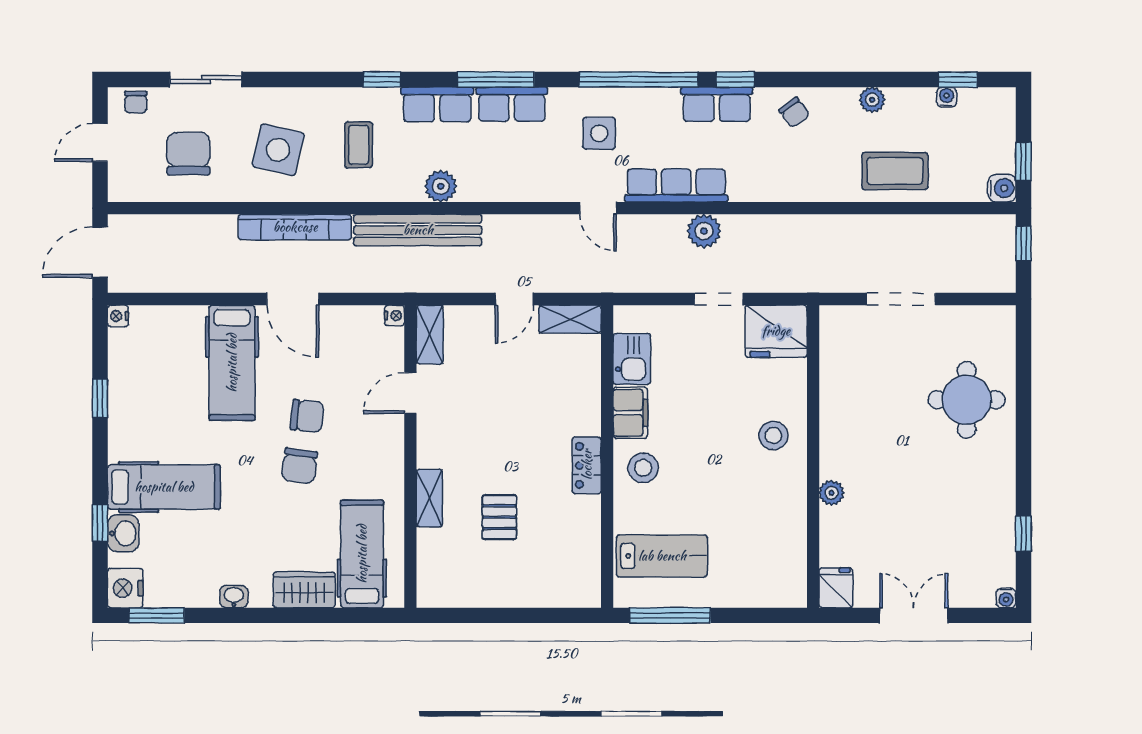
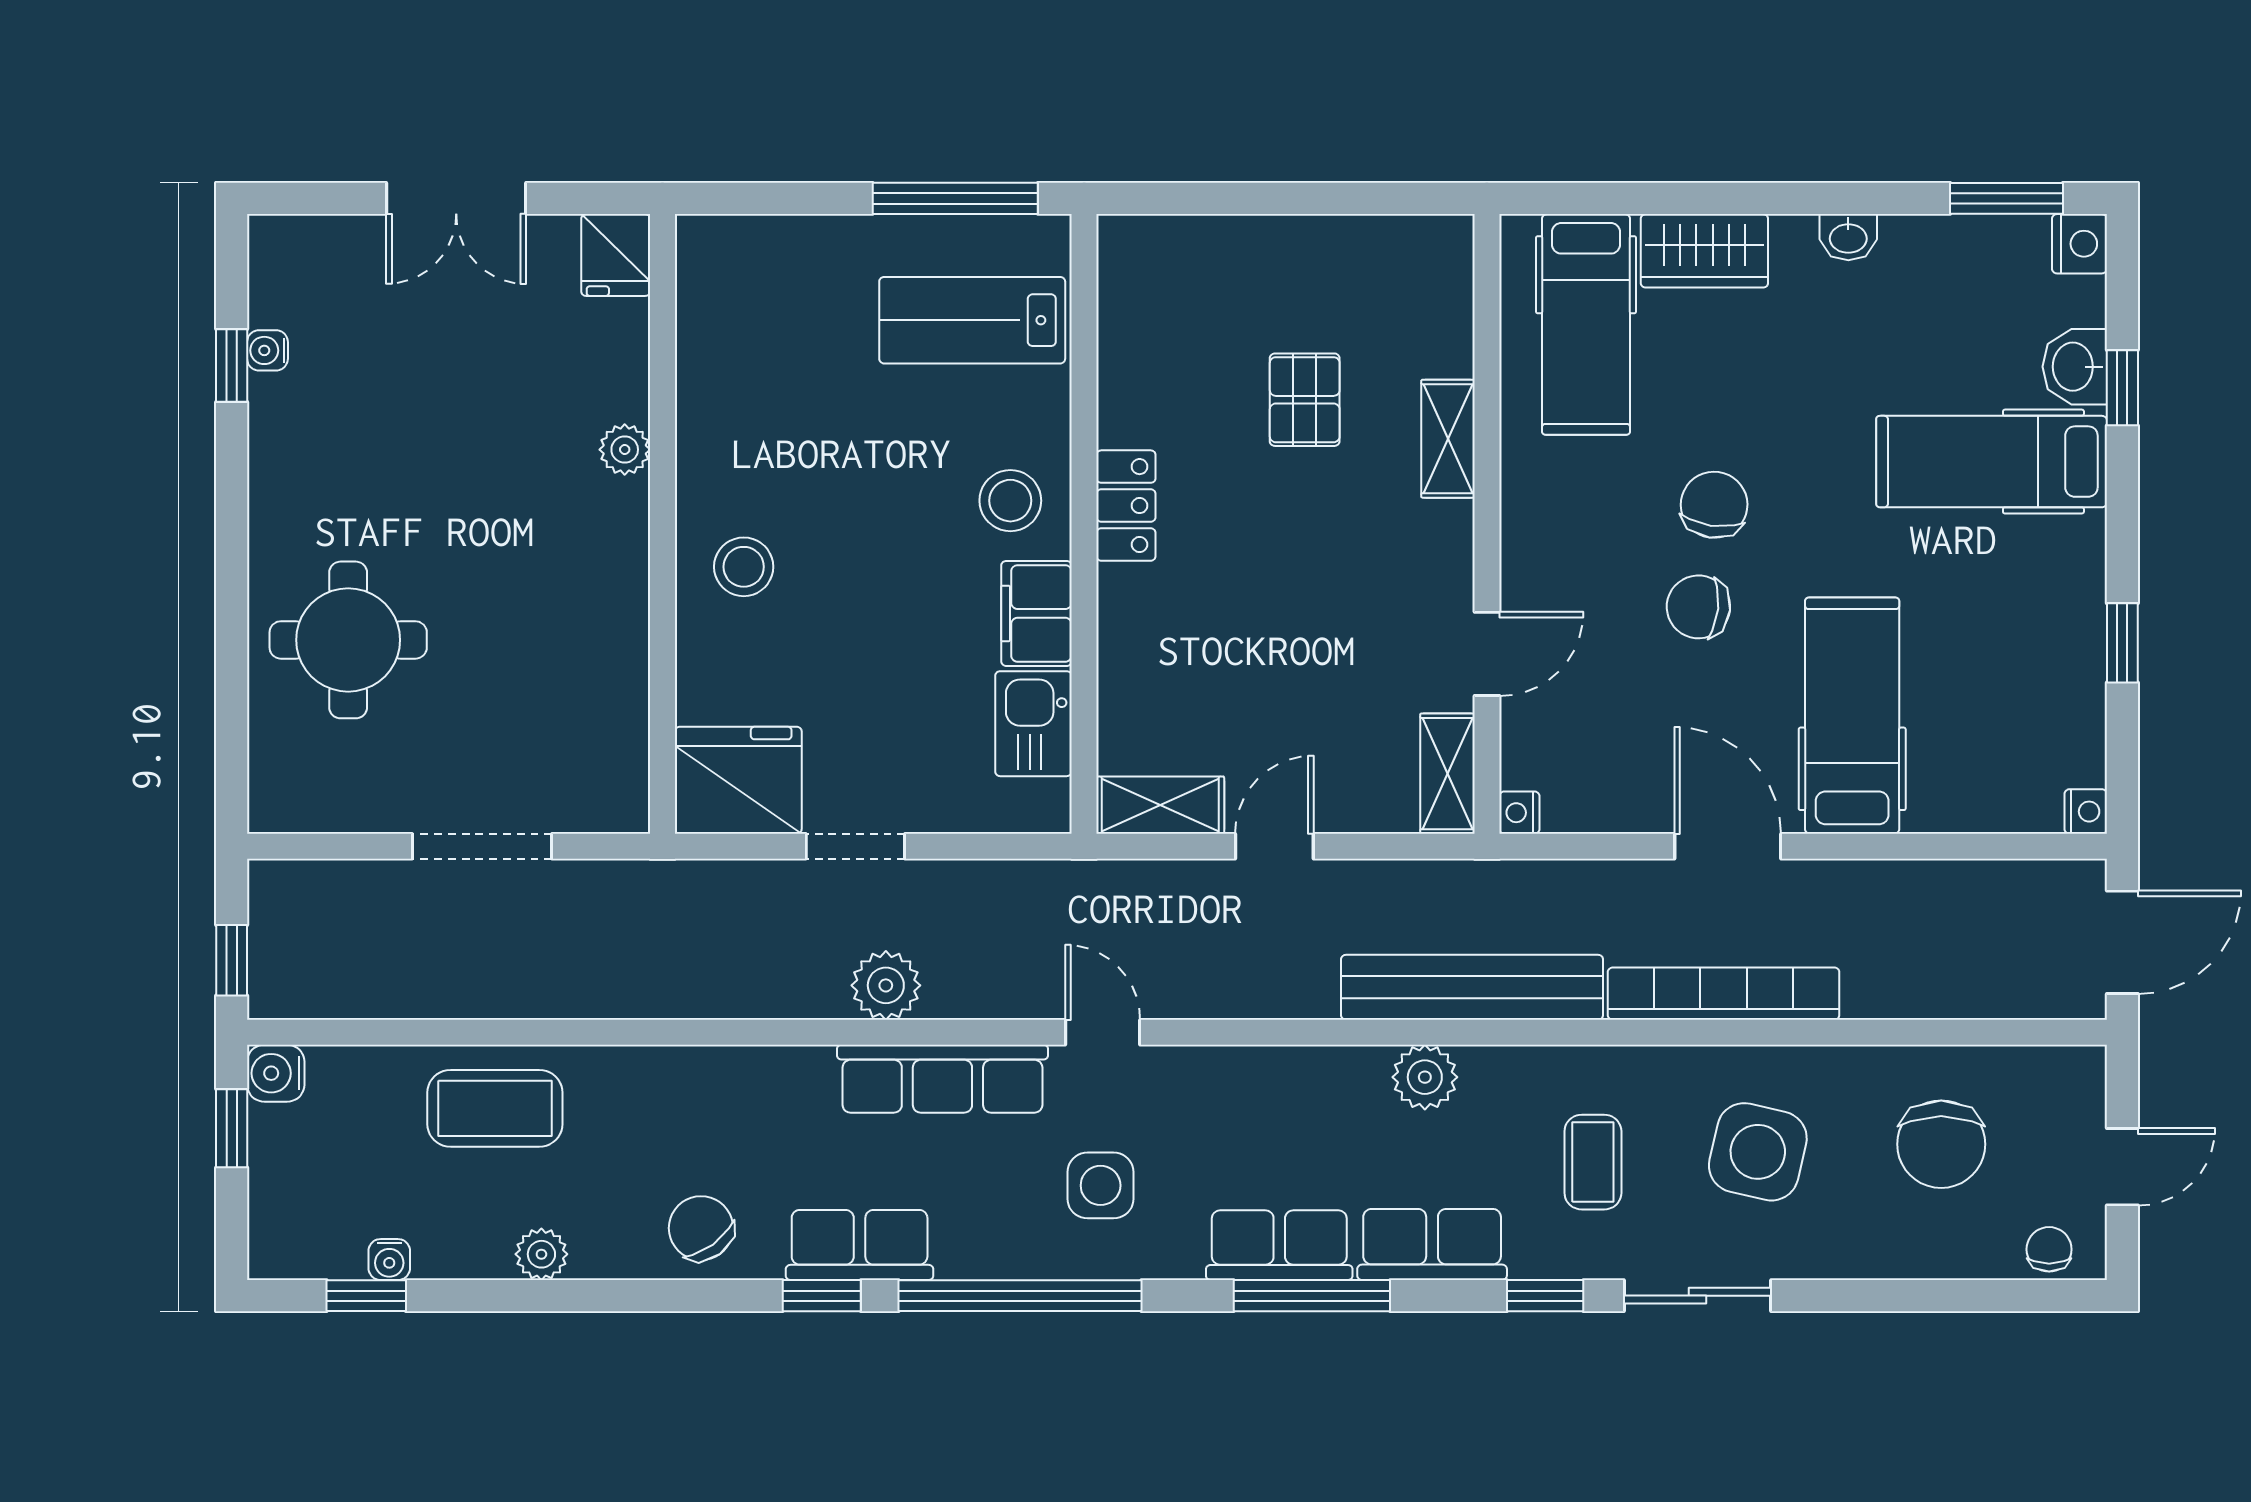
sliding door: (206, 80) -> (1697, 1296), moved
chair: (794, 113) -> (701, 1228), width x1.37, depth x1.37
nightstand: (125, 588) -> (2079, 244), width x0.74, depth x0.75
water cooler: (1006, 598) -> (267, 350), moved, turned -90

